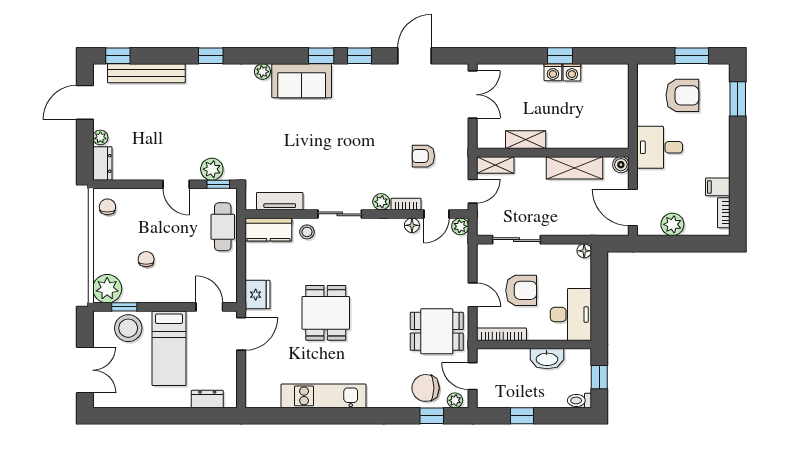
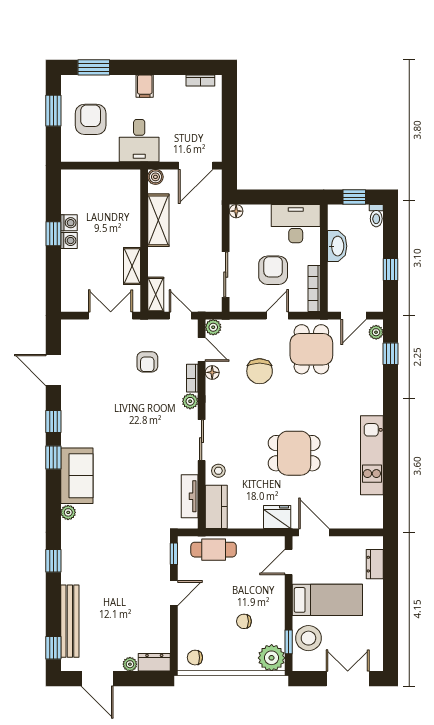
double door: (473, 95) -> (111, 316), moved
plant: (212, 169) -> (160, 560), removed
filing cabinet: (718, 187) -> (145, 86), moved
plant: (672, 224) -> (211, 129), removed
chair: (426, 388) -> (260, 371), moved

